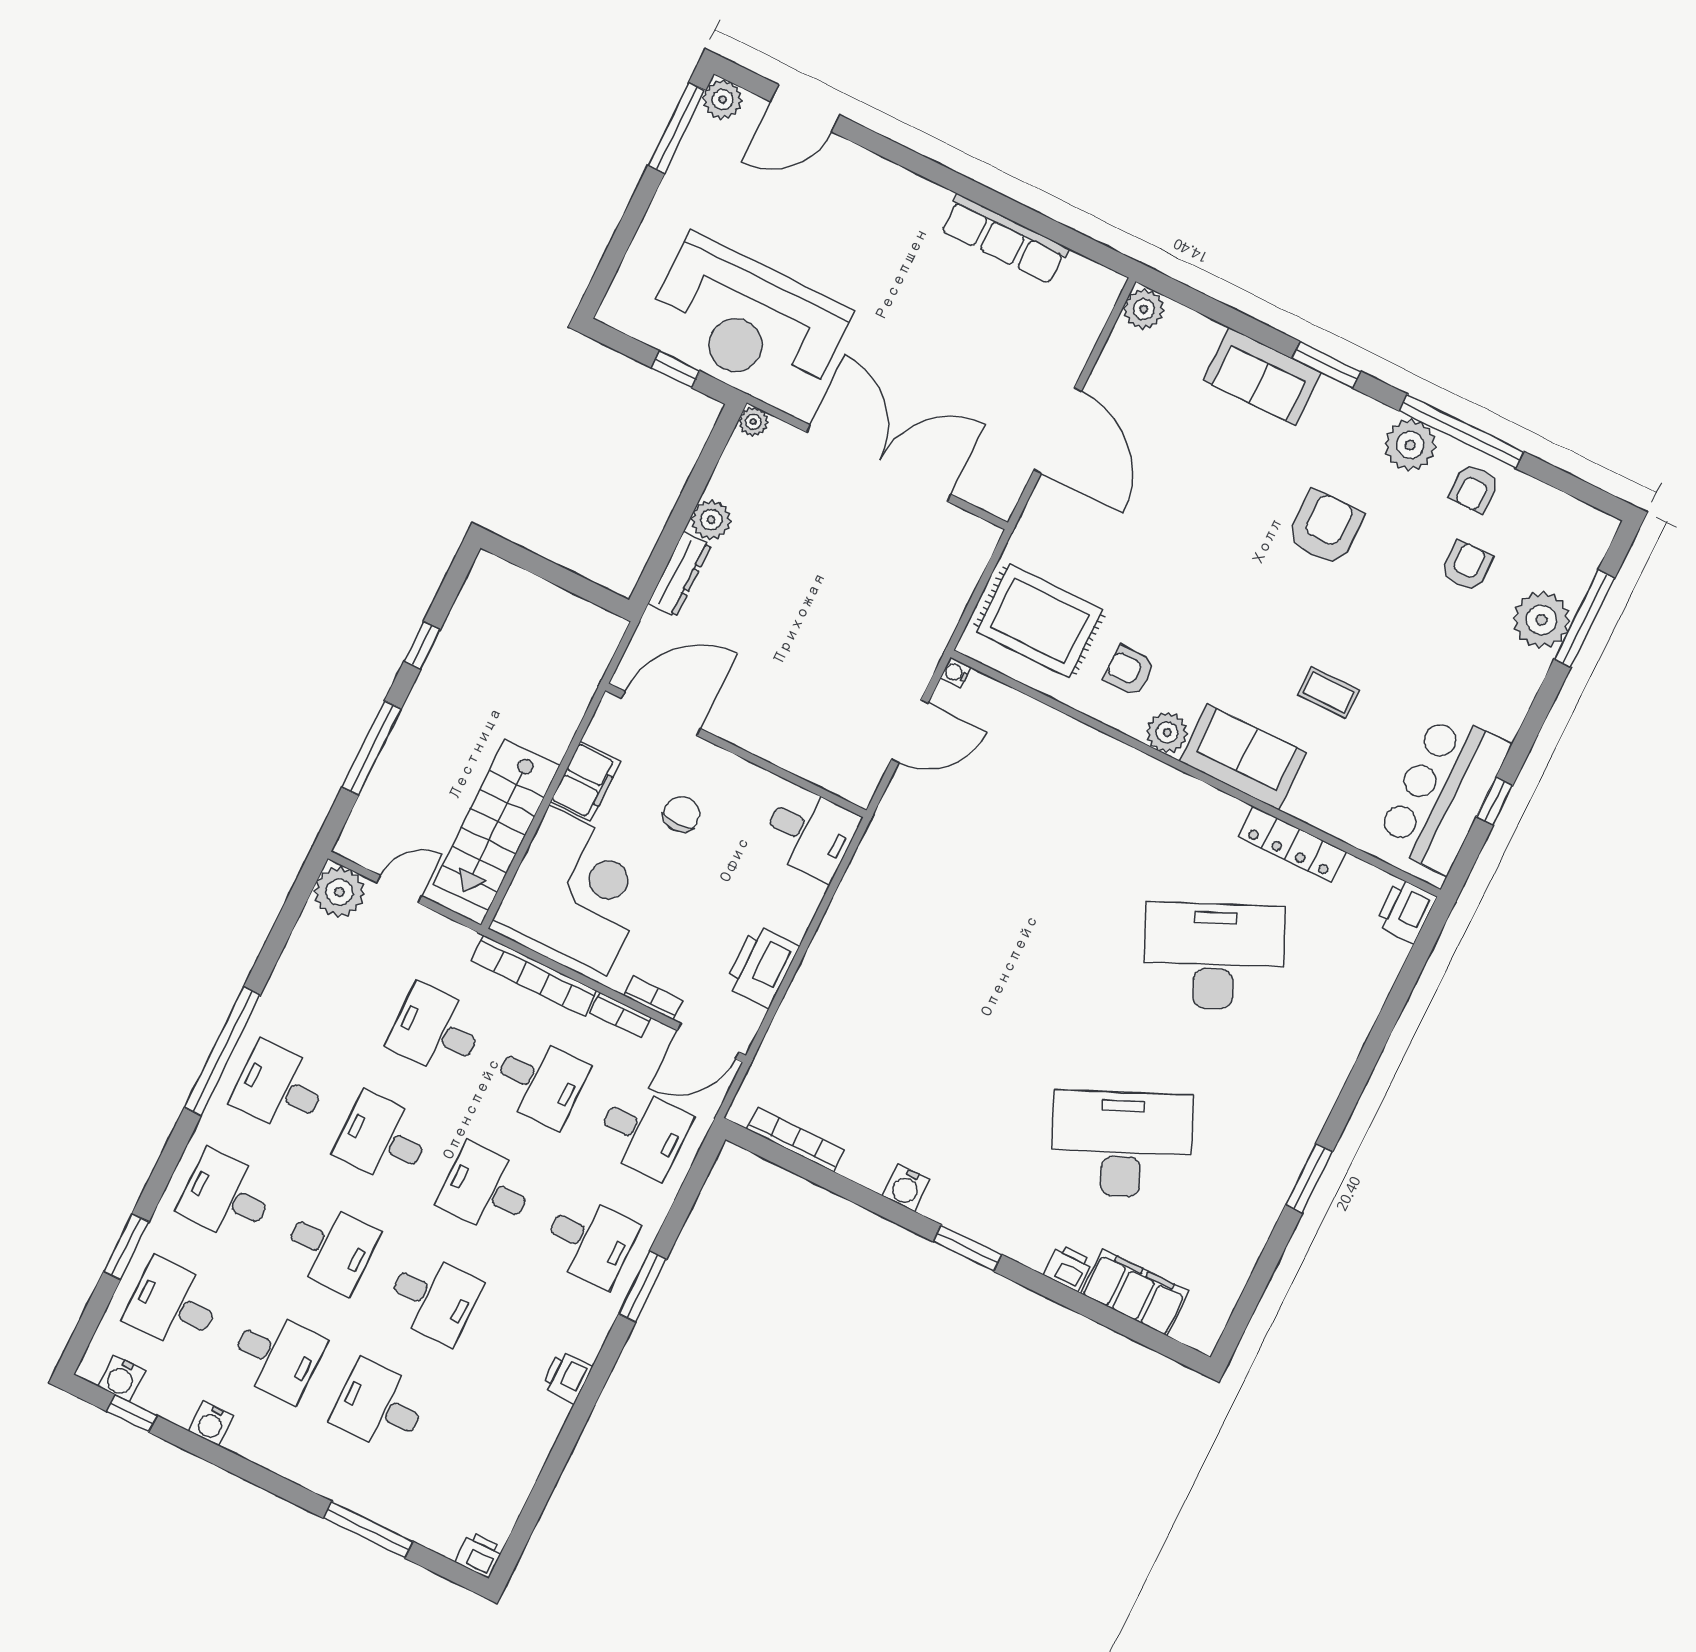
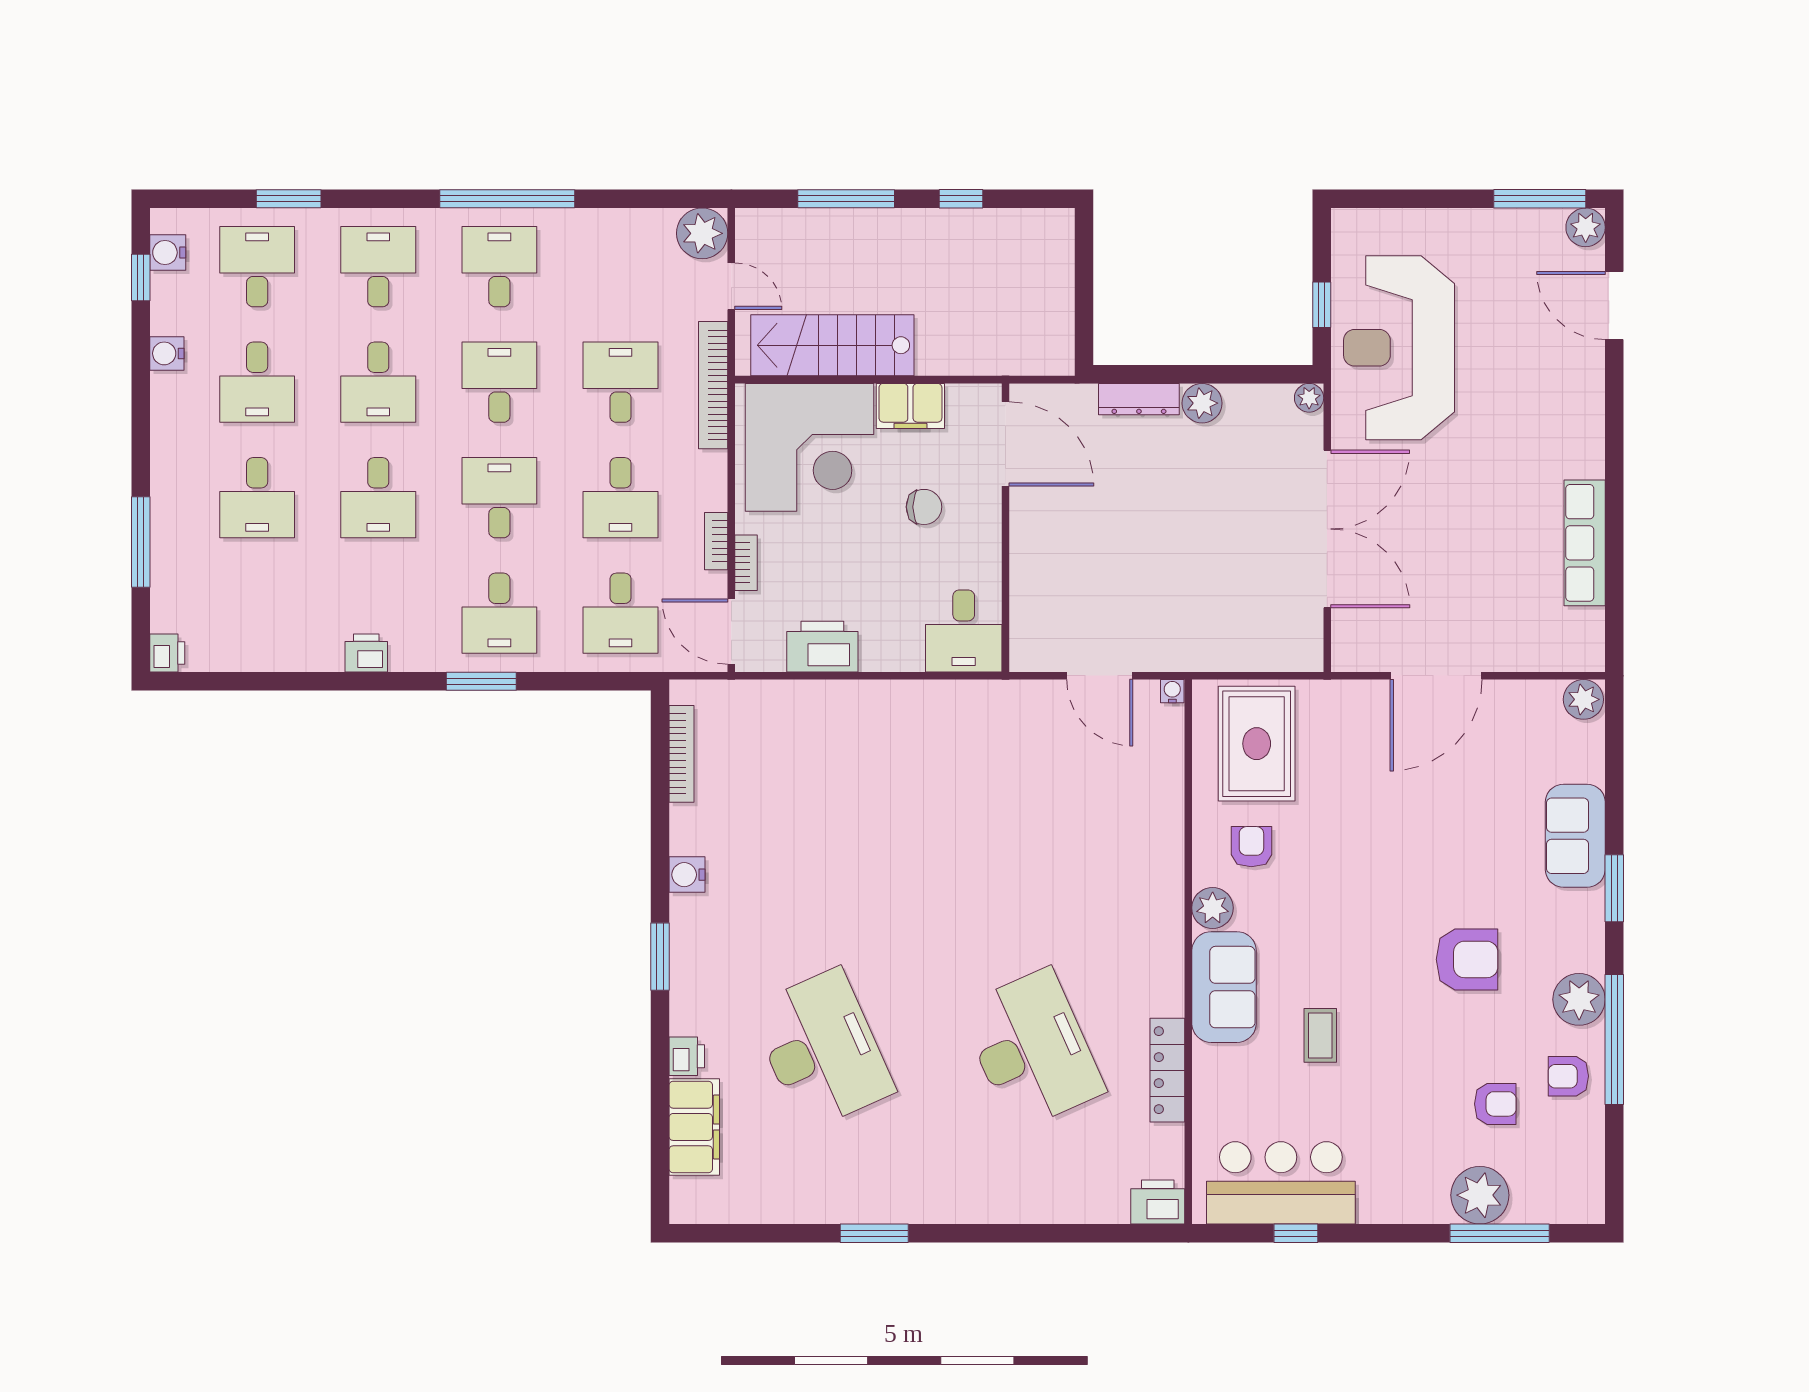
bookcase: (534, 976) -> (713, 385), moved
desk: (380, 1406) -> (257, 498), turned 180

